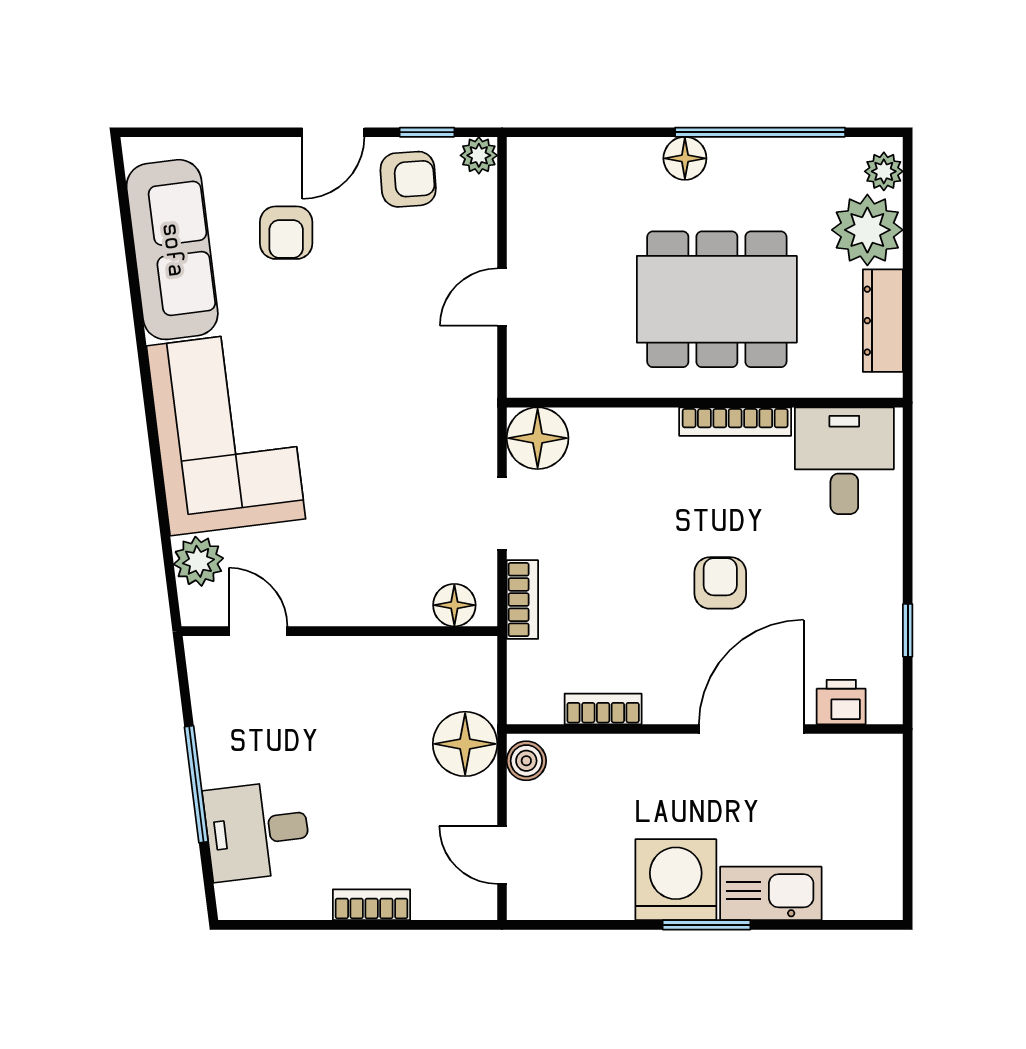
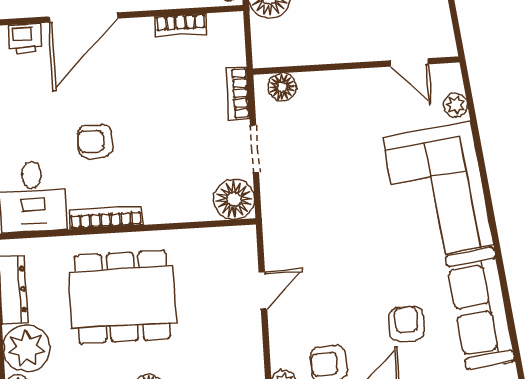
plant: (198, 561) -> (455, 105), width x0.73, depth x0.73
armchair: (720, 583) -> (95, 141), moved, turned 90

